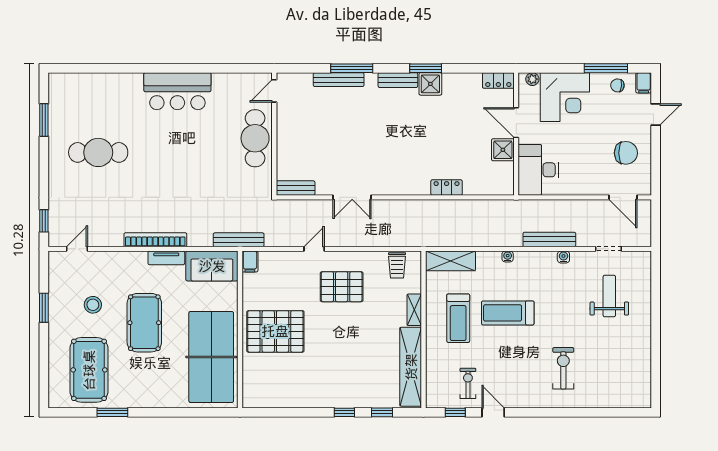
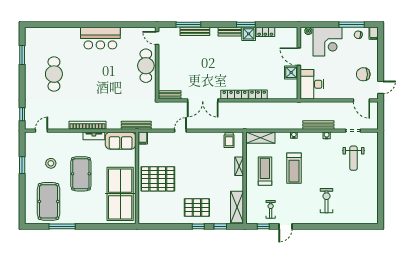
window: (352, 68) -> (188, 25), moved
locker: (498, 81) -> (265, 32), moved
door: (274, 91) -> (157, 38), hinge flipped
door: (656, 114) -> (381, 87), moved
cafe table: (98, 152) -> (54, 74), turned 90
chair: (626, 153) -> (363, 74), turned 180
locker: (406, 188) -> (234, 95), added
double door: (352, 197) -> (203, 100), width x1.37
pallet: (342, 287) -> (197, 208), moved
weight bench: (609, 296) -> (353, 158), turned 180
treadmill: (508, 313) -> (294, 168), turned -90
treadmill: (458, 318) -> (265, 171), turned 180
shelving: (411, 367) -> (237, 207), width x0.68
window: (112, 412) -> (62, 226), width x1.44
door: (493, 412) -> (285, 226), swing flipped

